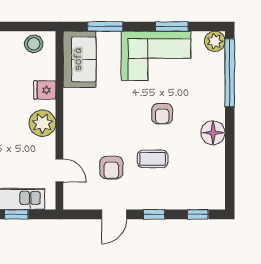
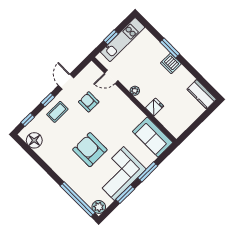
window: (105, 26) -> (148, 172), moved
stool: (34, 44) -> (181, 123), removed
armchair: (162, 114) -> (90, 150), width x1.88, depth x1.88
plant: (42, 123) -> (135, 91), width x0.53, depth x0.53
floor lamp: (213, 133) -> (34, 140), moved
coffee table: (153, 159) -> (57, 112), moved

